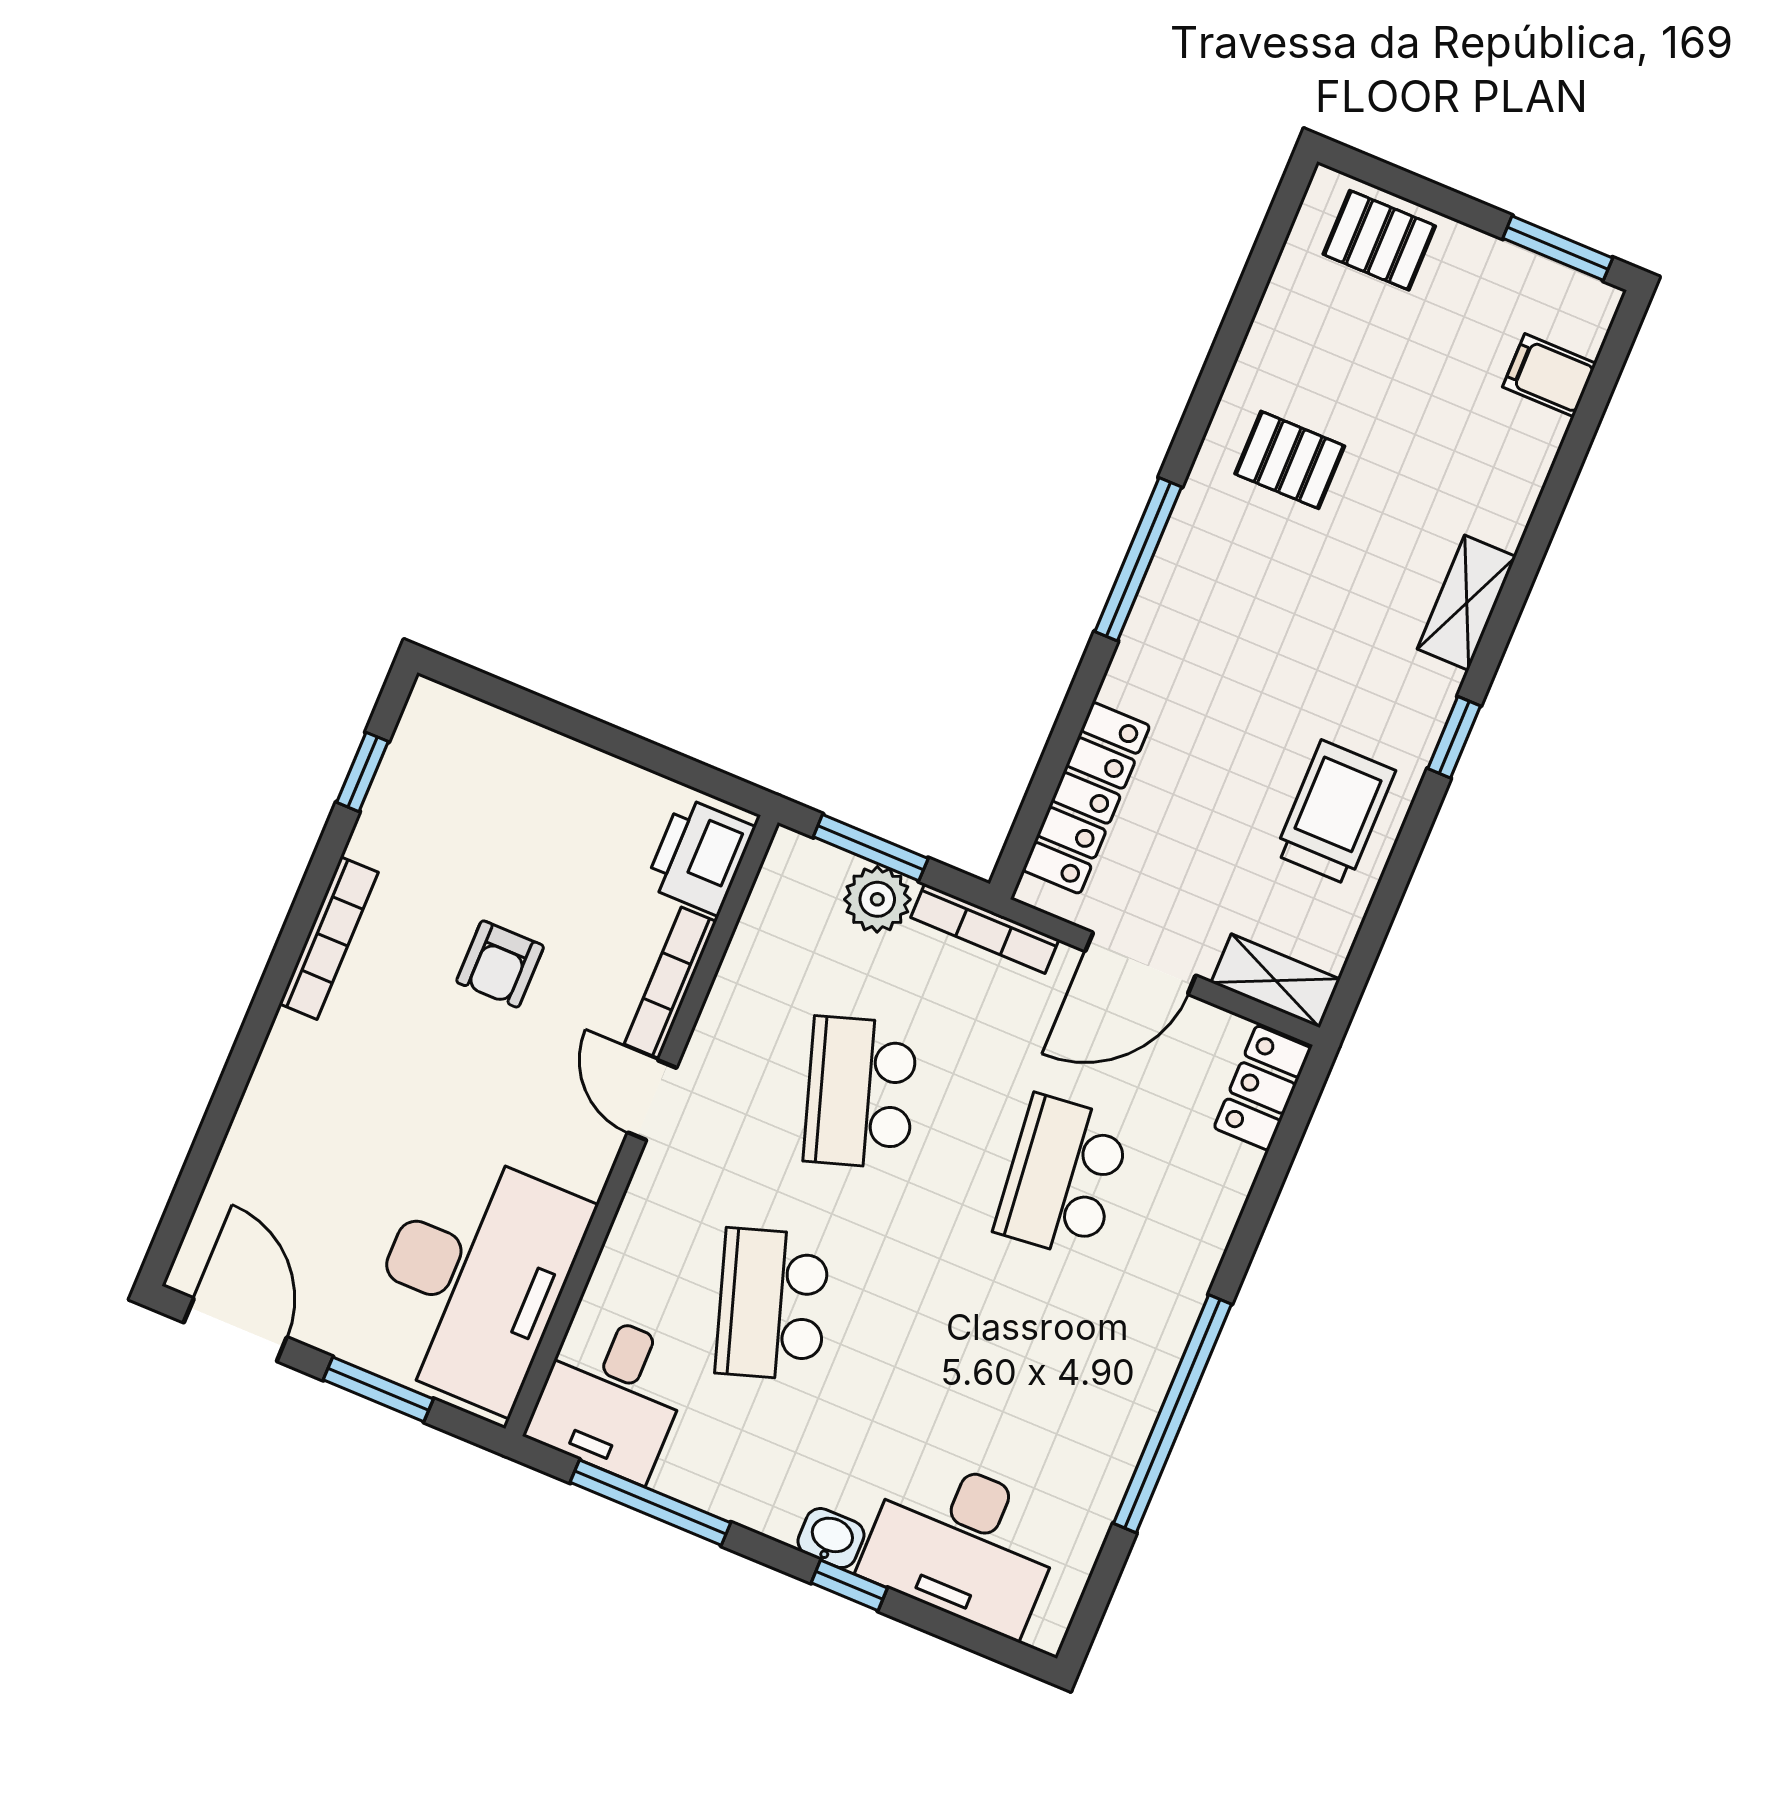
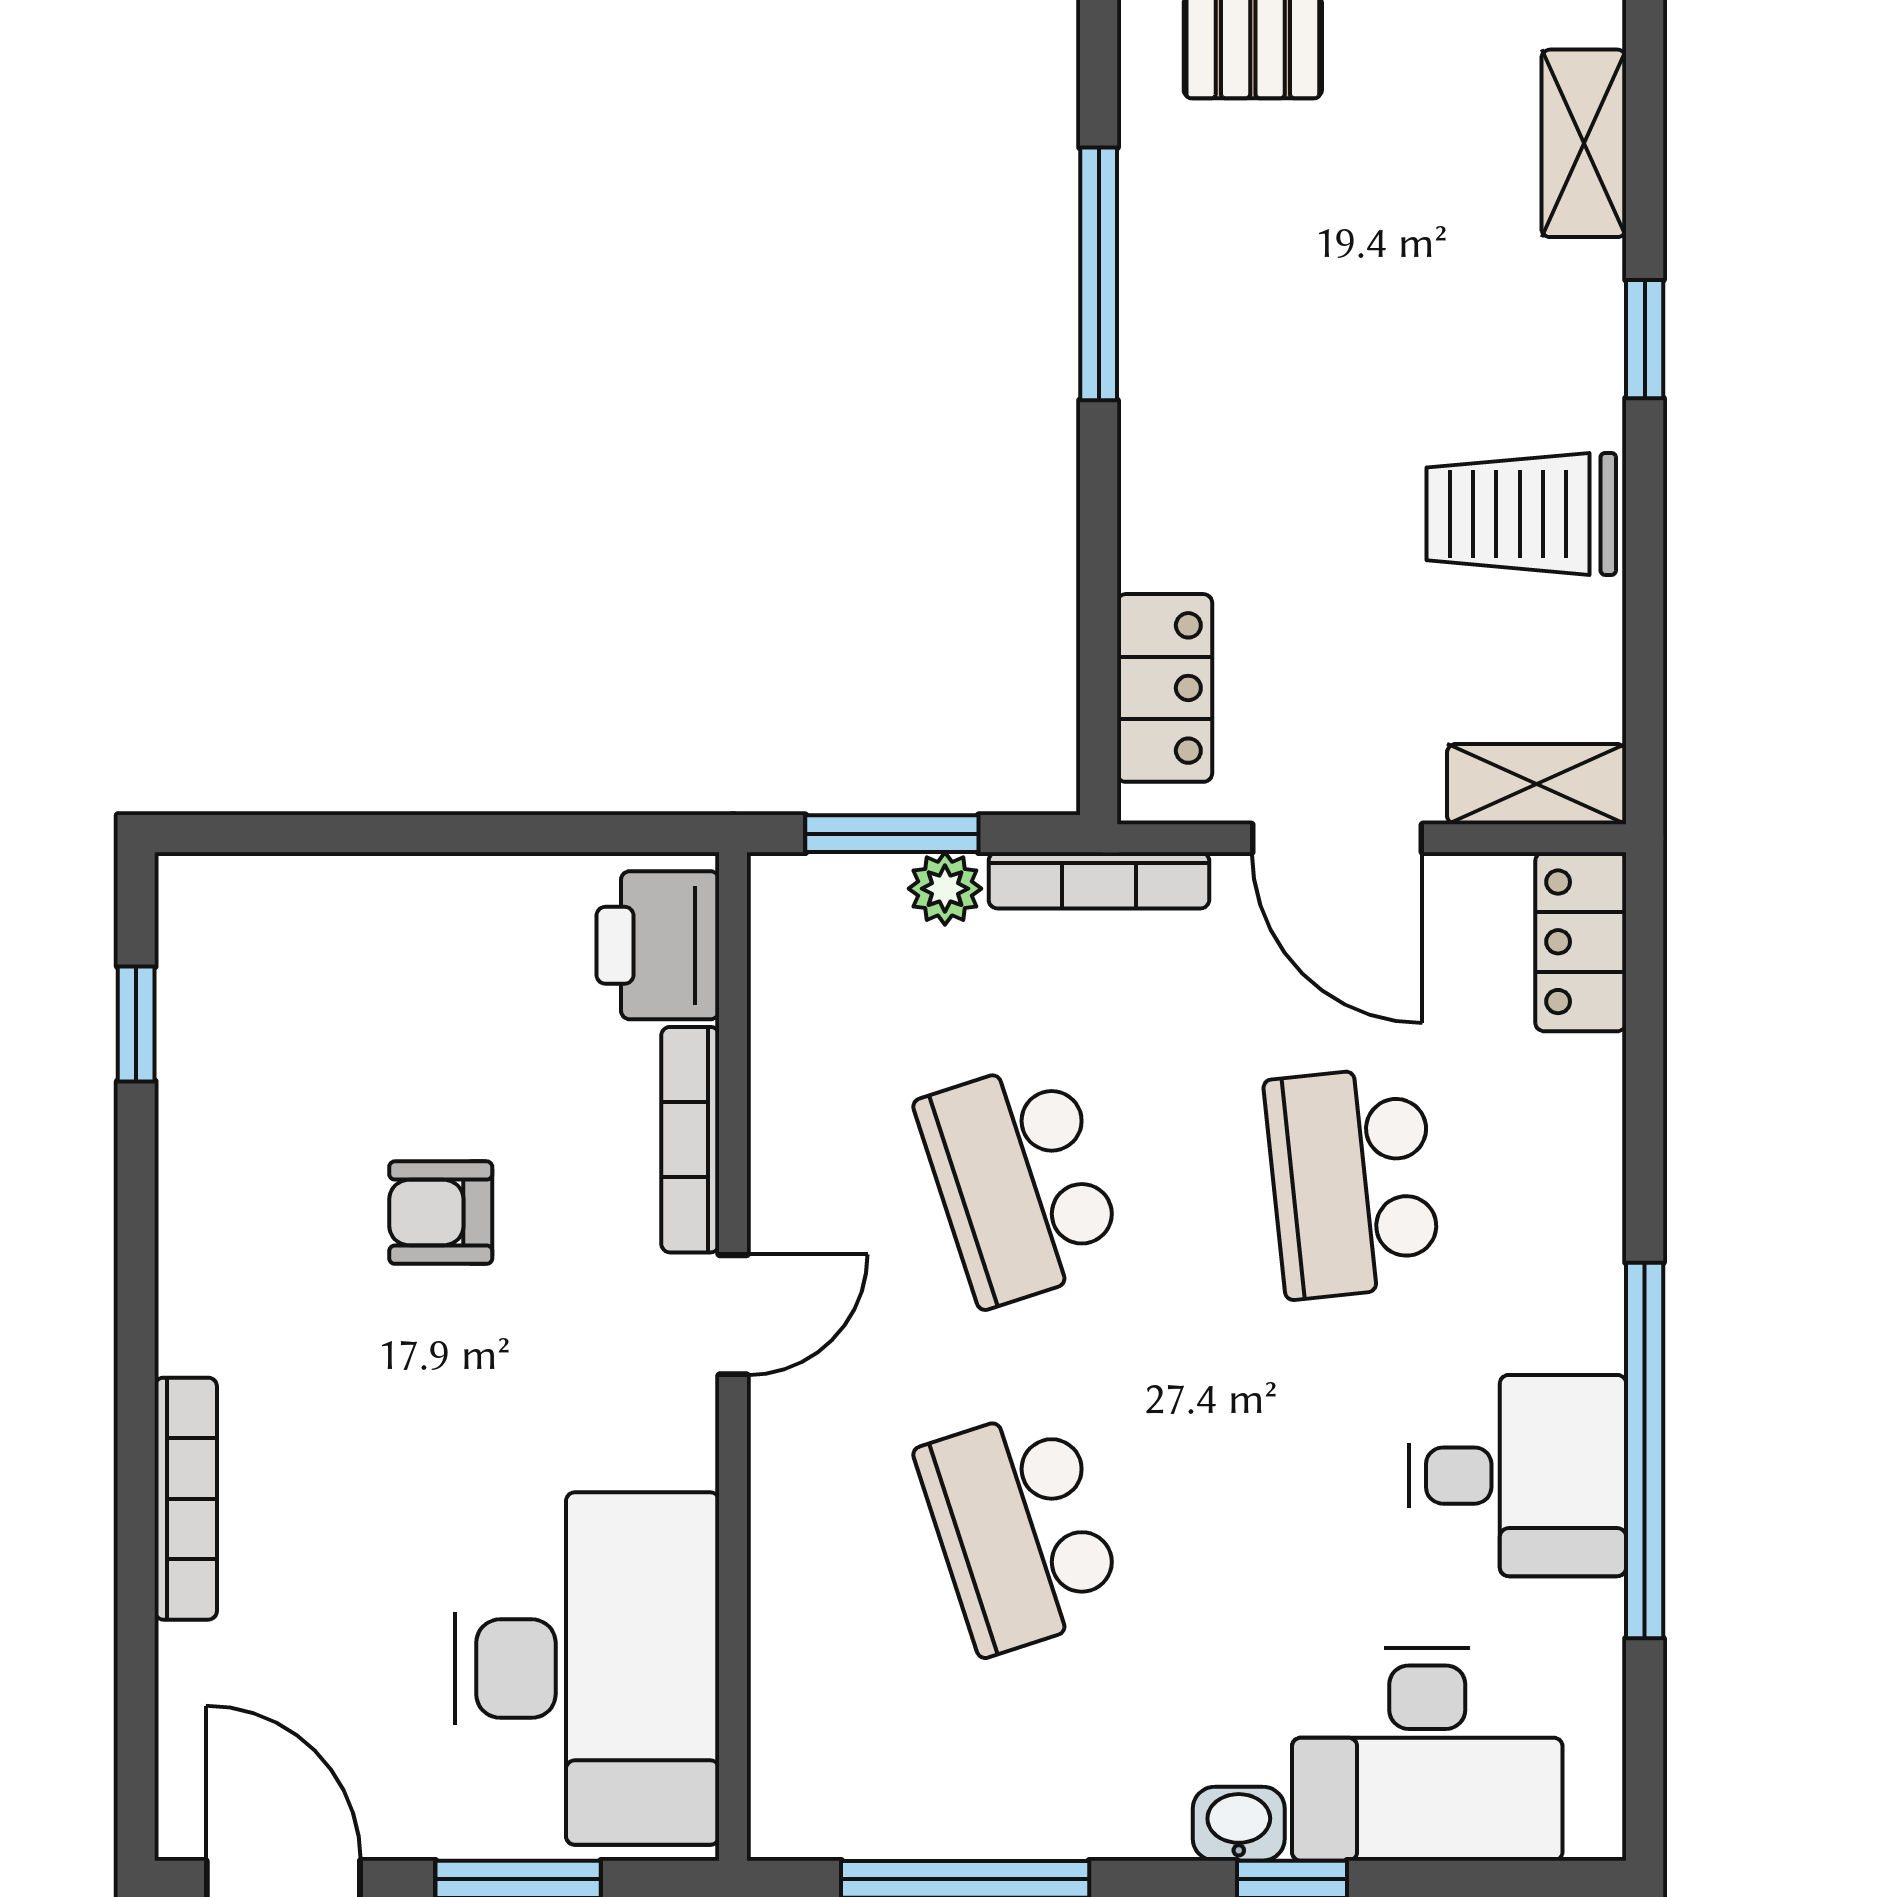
locker: (1086, 798) -> (1165, 688), width x0.66
trolley: (1335, 812) -> (1521, 514), turned -90
plant: (877, 899) -> (945, 889), width x0.73, depth x0.73
bookcase: (329, 938) -> (186, 1499), moved
door: (1140, 963) -> (1337, 838), hinge flipped
armchair: (500, 964) -> (441, 1213), turned 90
door: (652, 1100) -> (733, 1315), swing flipped
desk: (611, 1395) -> (1517, 1476), moved, turned -90

